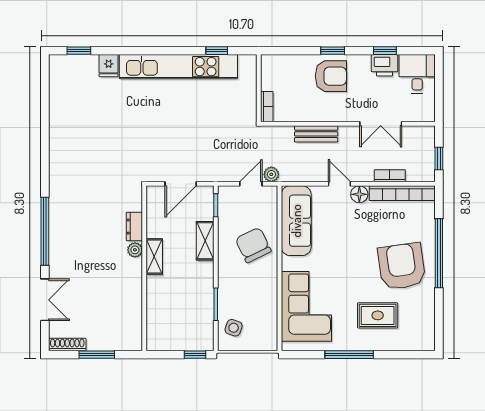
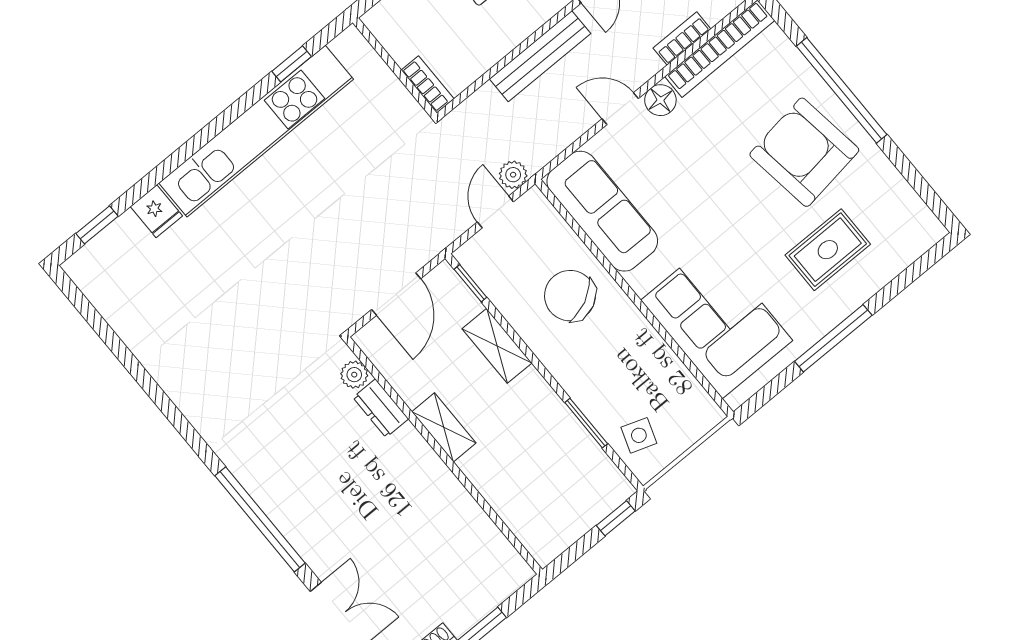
bench: (316, 134) -> (540, 56), width x1.36
plant: (135, 250) -> (354, 375), moved

